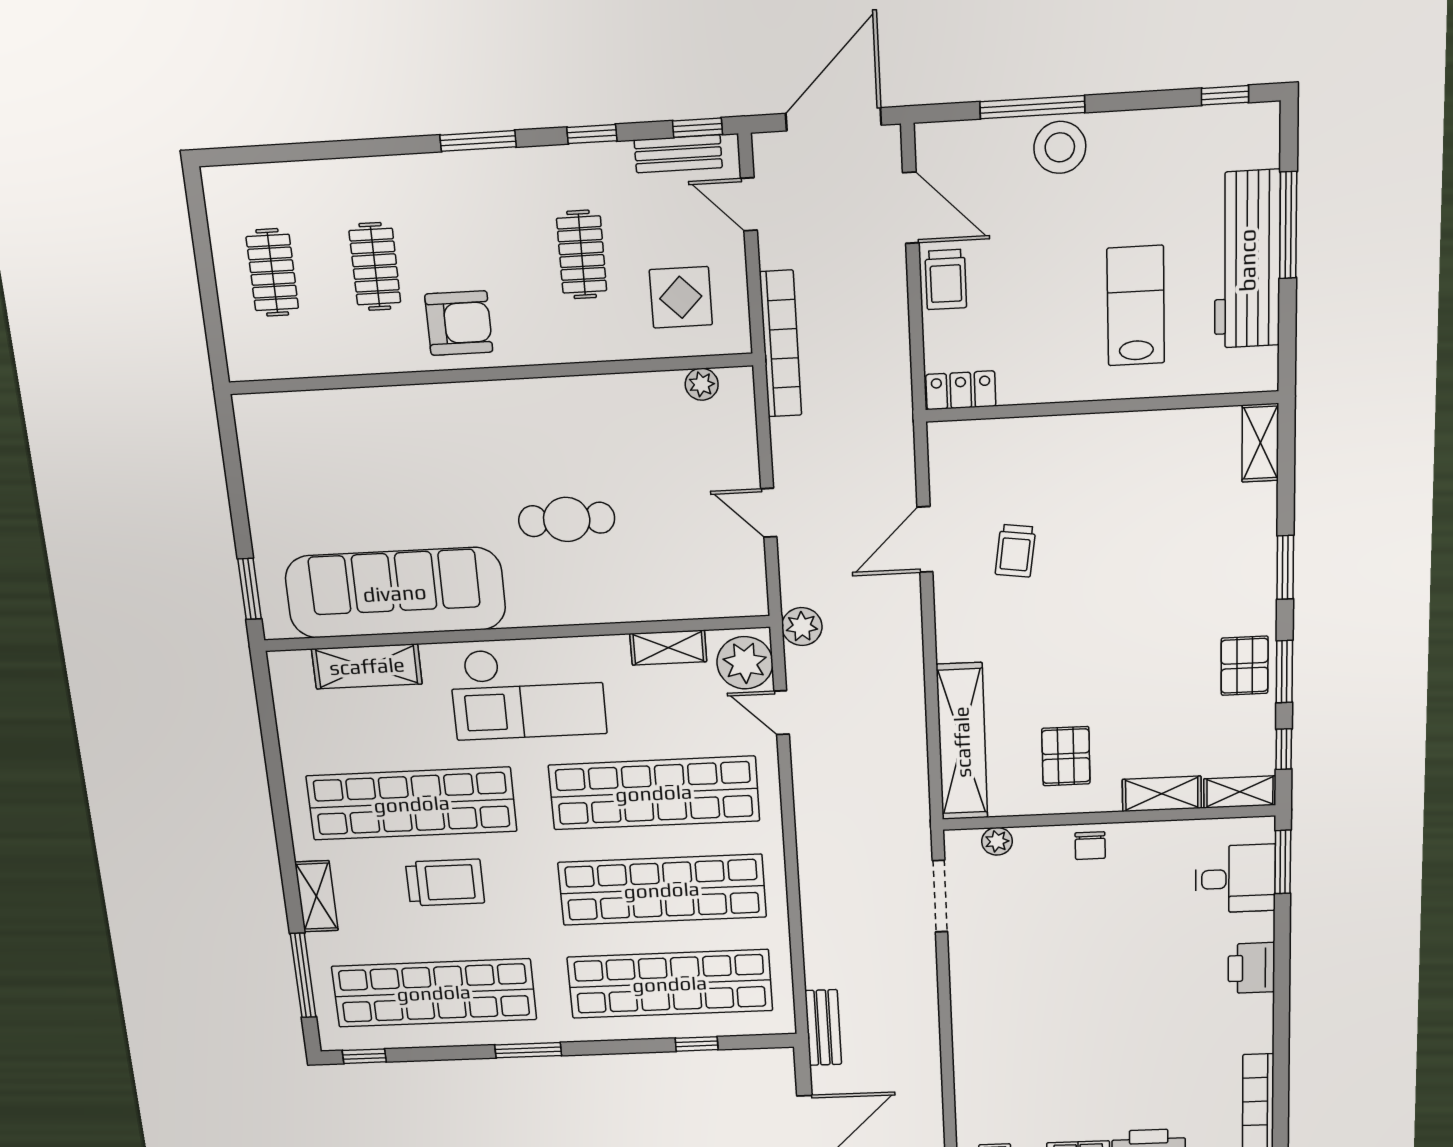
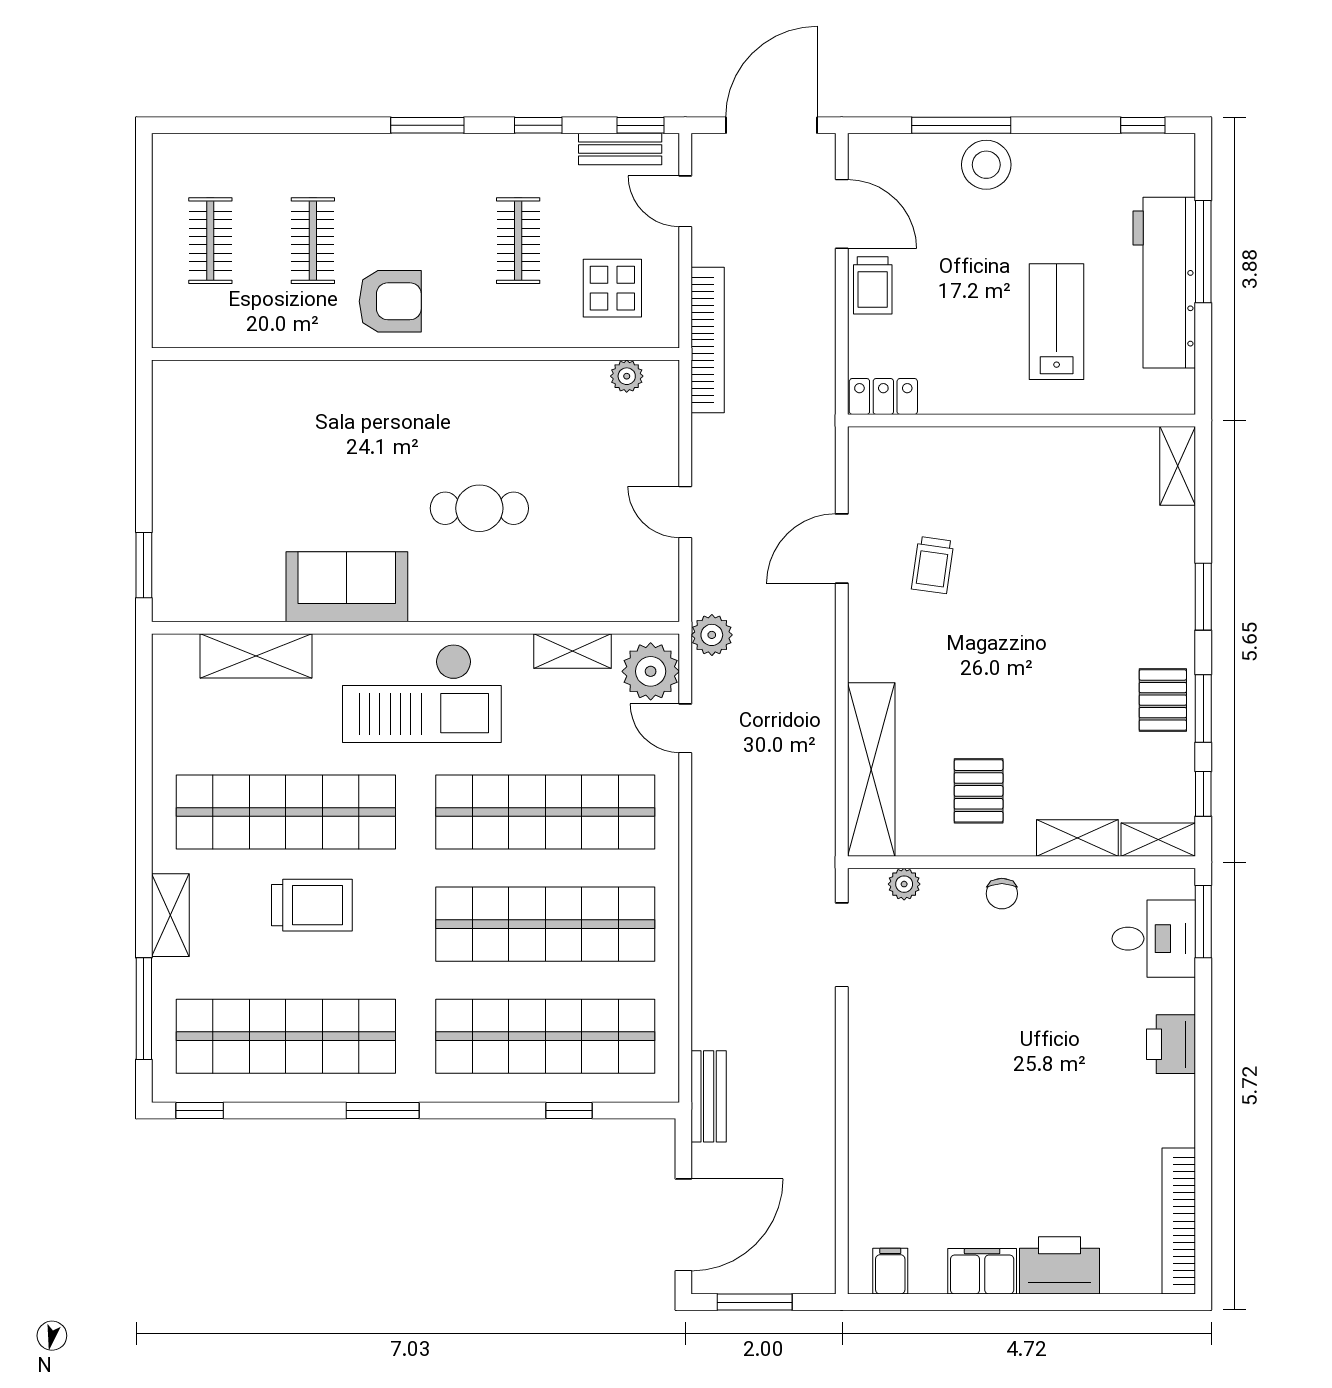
sofa: (395, 593) -> (347, 587), width x0.54, depth x0.79

